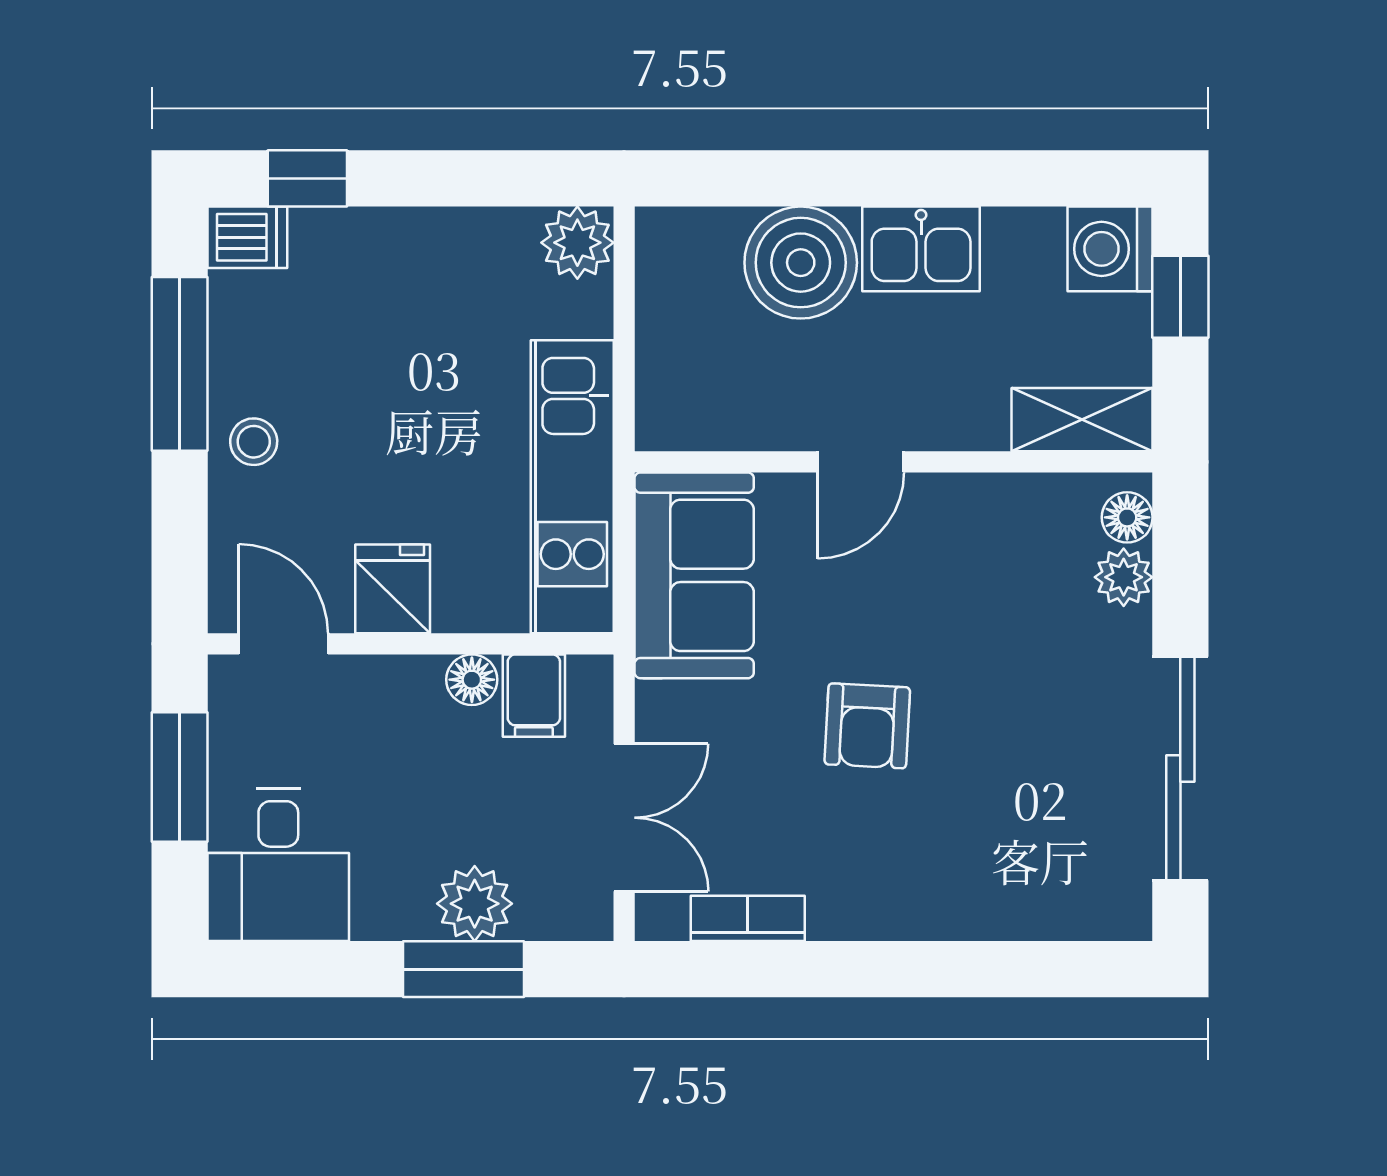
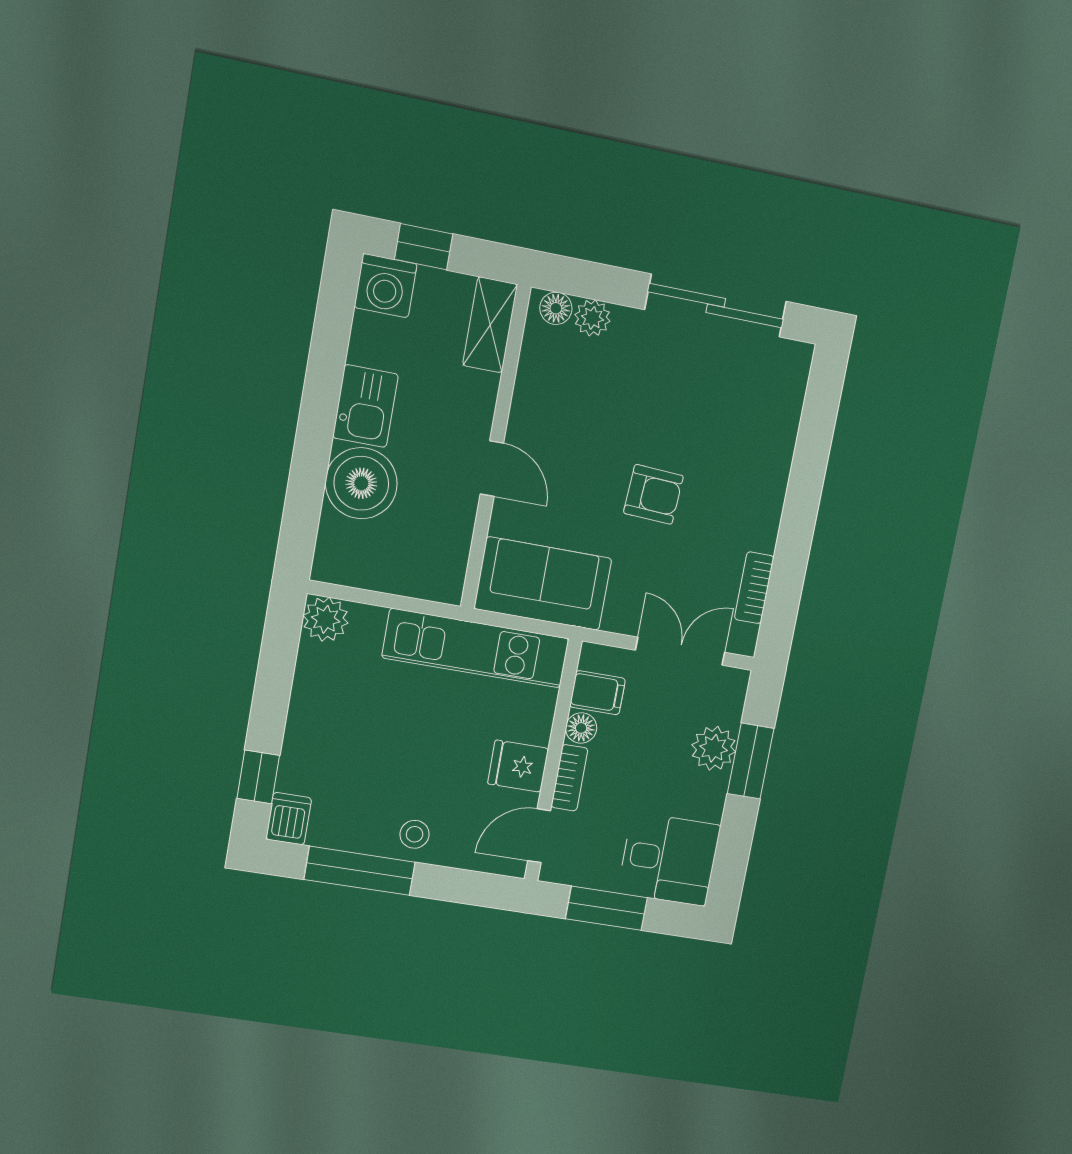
bookcase: (387, 676) -> (569, 778), added

